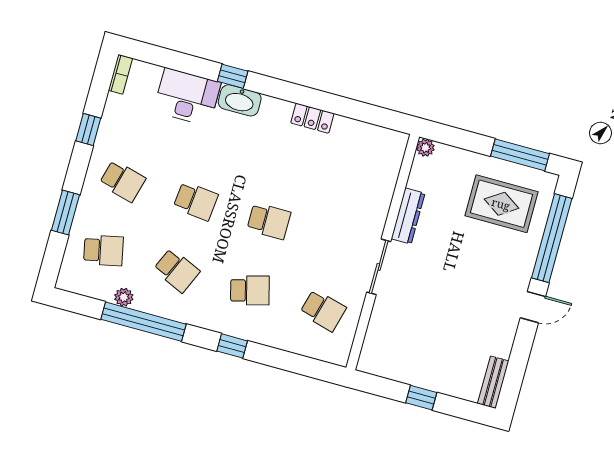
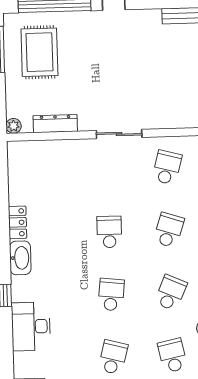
washbasin: (240, 100) -> (20, 258), moved
dresser: (408, 216) -> (55, 124), moved
school desk: (250, 290) -> (169, 230), turned 33

